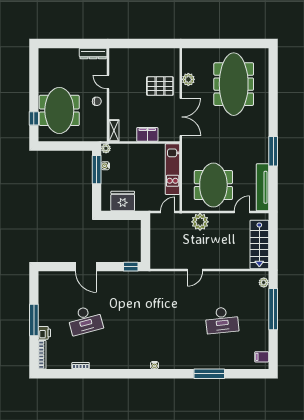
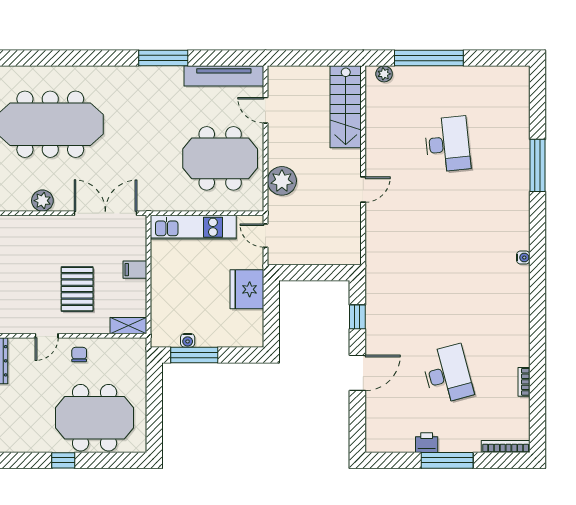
pallet: (160, 86) -> (77, 289), moved
window: (34, 118) -> (63, 460), moved
filing cabinet: (147, 134) -> (135, 270), width x0.50
plant: (106, 148) -> (158, 339), removed
fridge: (123, 201) -> (247, 289), moved
stairs: (259, 245) -> (346, 107), moved, turned 90
window: (131, 267) -> (357, 317), moved
door: (195, 270) -> (363, 189), hinge flipped
printer: (44, 333) -> (427, 443), moved
filing cabinet: (262, 357) -> (509, 77), removed

